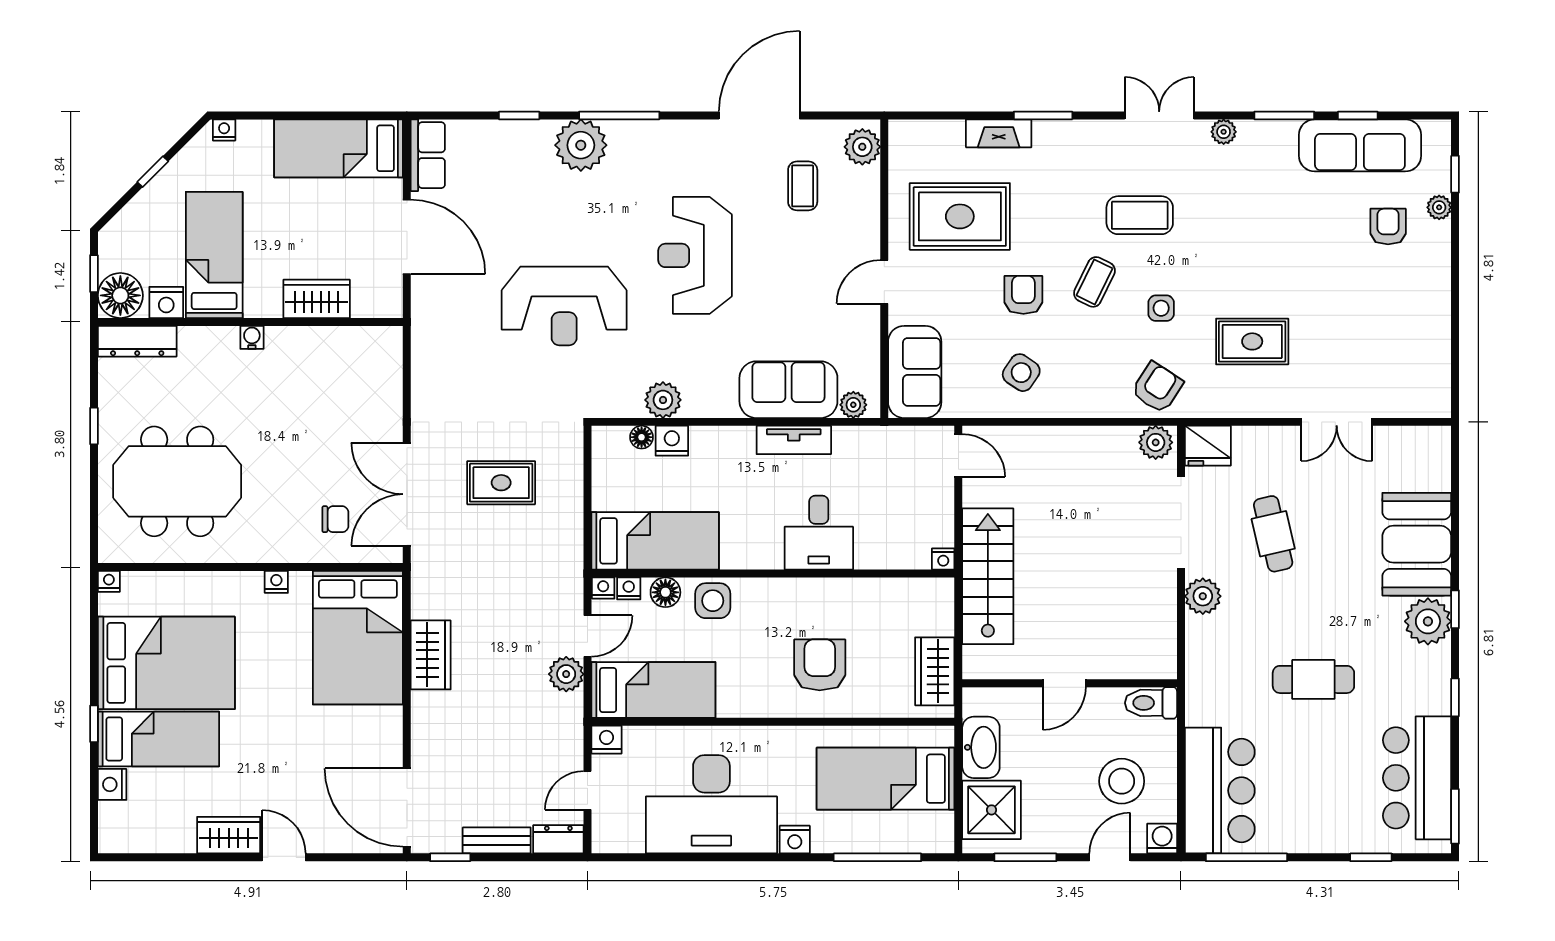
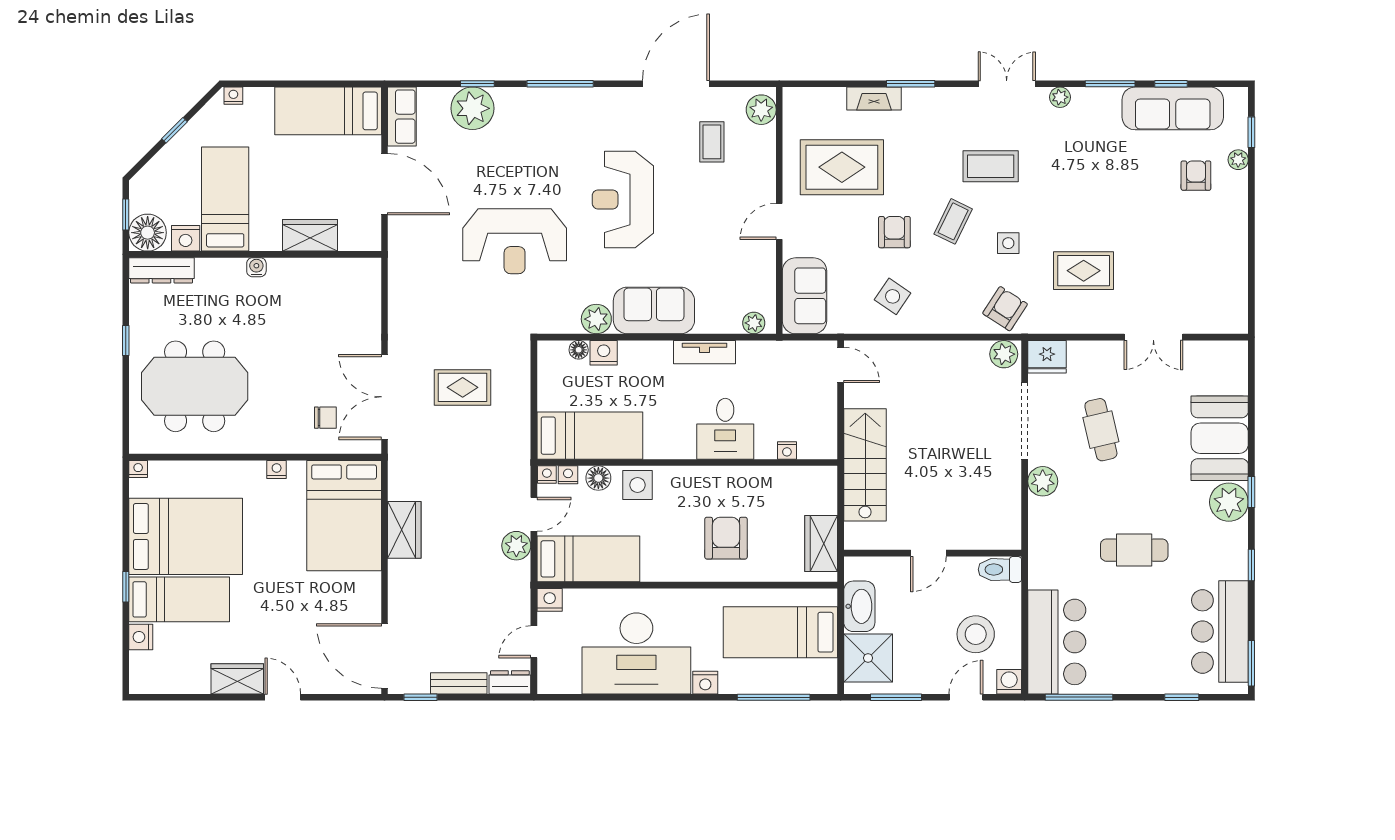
plant: (581, 145) -> (472, 108), moved
sofa: (788, 390) -> (654, 310), moved
nightstand: (943, 559) -> (787, 450), moved

